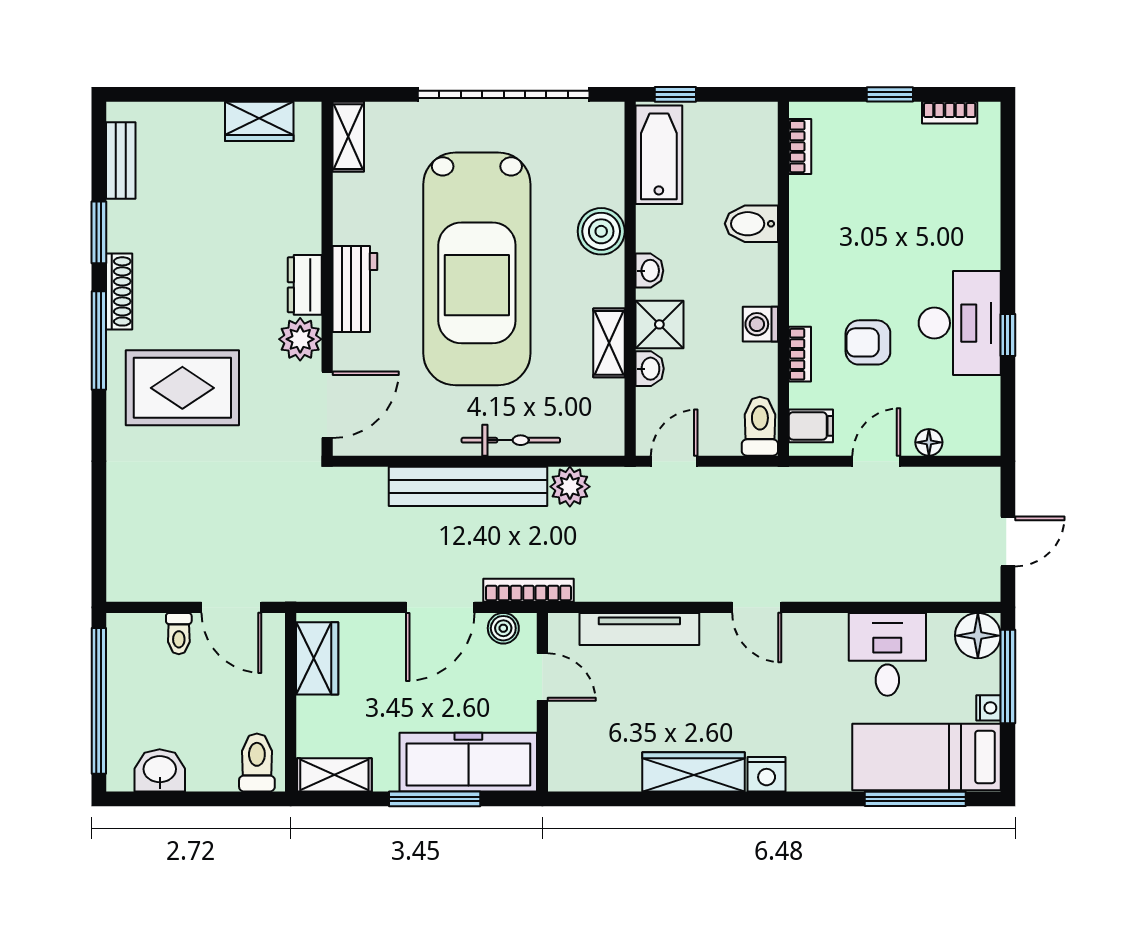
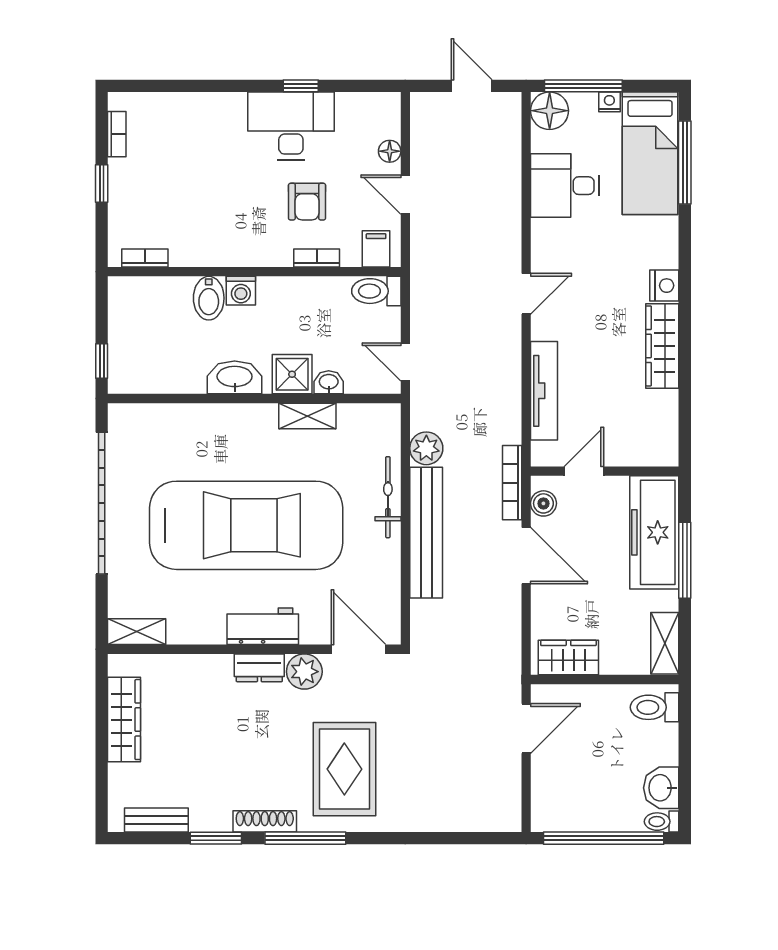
wardrobe: (259, 121) -> (124, 720), width x1.50
bathtub: (659, 155) -> (152, 375), removed
boiler: (601, 231) -> (215, 422), removed
washbasin: (649, 271) -> (235, 377), width x1.91, depth x1.45
washing machine: (760, 324) -> (241, 291), moved
toilet: (179, 634) -> (662, 822), moved, turned 180

